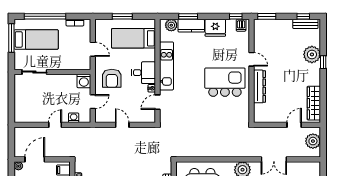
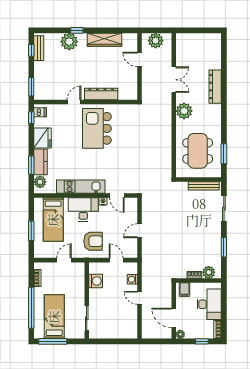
desk: (144, 73) -> (83, 209), width x1.37
washing machine: (84, 81) -> (96, 281), moved
wardrobe: (314, 103) -> (104, 40), moved

